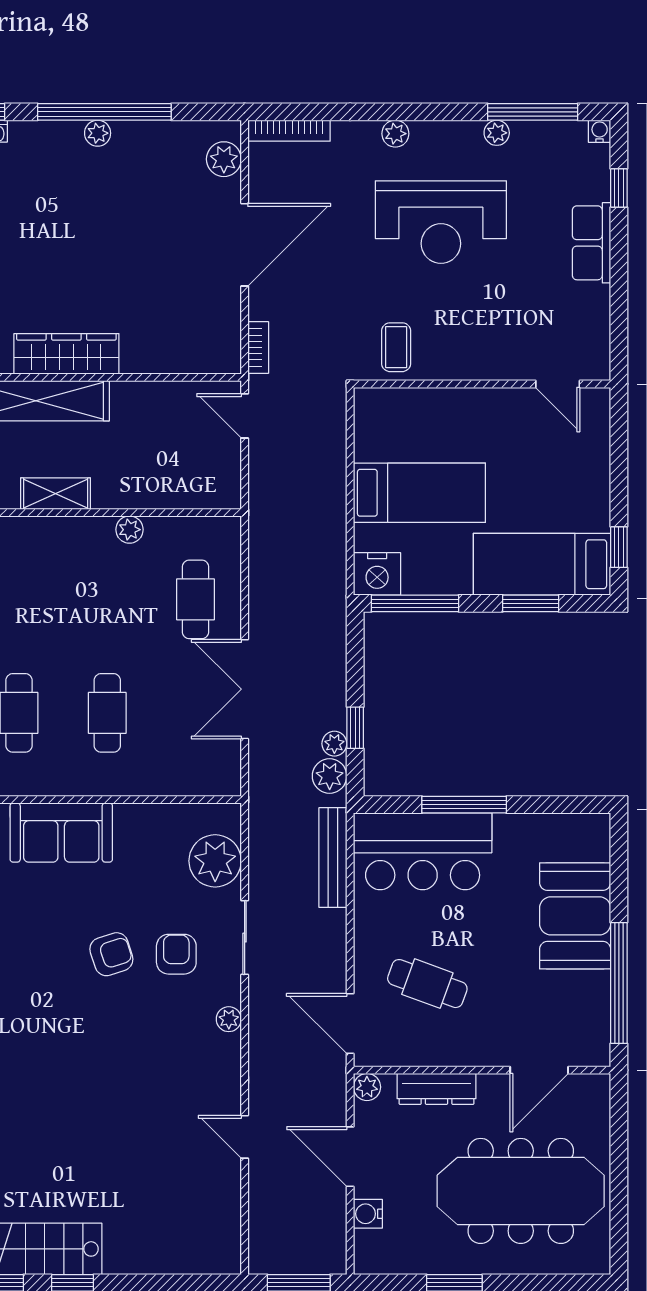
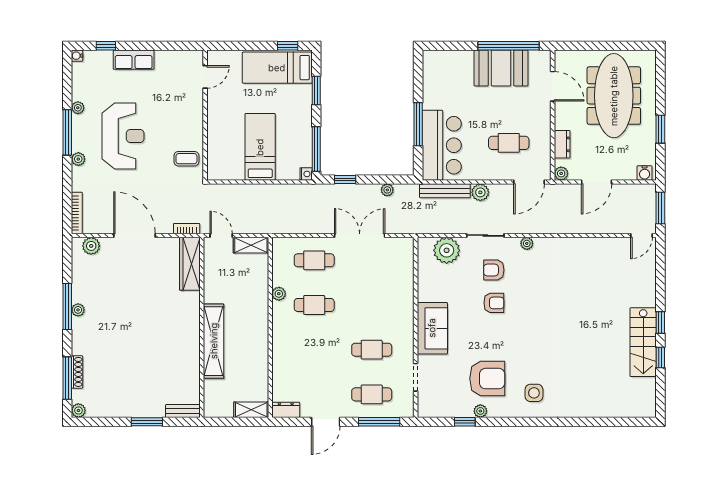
window: (104, 112) -> (67, 306), width x0.68
window: (533, 112) -> (67, 132), moved
wardrobe: (66, 354) -> (190, 264), moved
door: (245, 416) -> (221, 235), swing flipped
shelving: (56, 494) -> (251, 245), moved, turned 90
bed: (542, 564) -> (277, 68), moved, turned 90
nightstand: (377, 574) -> (306, 174), width x0.53, depth x0.56
double door: (245, 689) -> (360, 235), swing flipped
cafe table: (107, 713) -> (314, 305), moved
window: (355, 728) -> (345, 179), moved
plant: (330, 776) -> (480, 192), moved
booth: (575, 916) -> (501, 68), moved
armchair: (111, 954) -> (494, 303), turned 108
cafe table: (427, 984) -> (509, 143), turned 70
dresser: (437, 1089) -> (562, 144), width x0.70
door: (245, 1137) -> (641, 235), moved
water cooler: (368, 1214) -> (645, 173), moved

